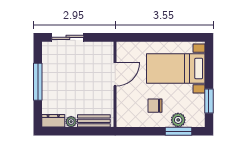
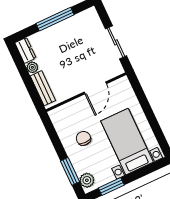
sliding door: (68, 37) -> (116, 42), moved
door: (115, 74) -> (95, 88), hinge flipped
plant: (178, 120) -> (87, 180), moved

